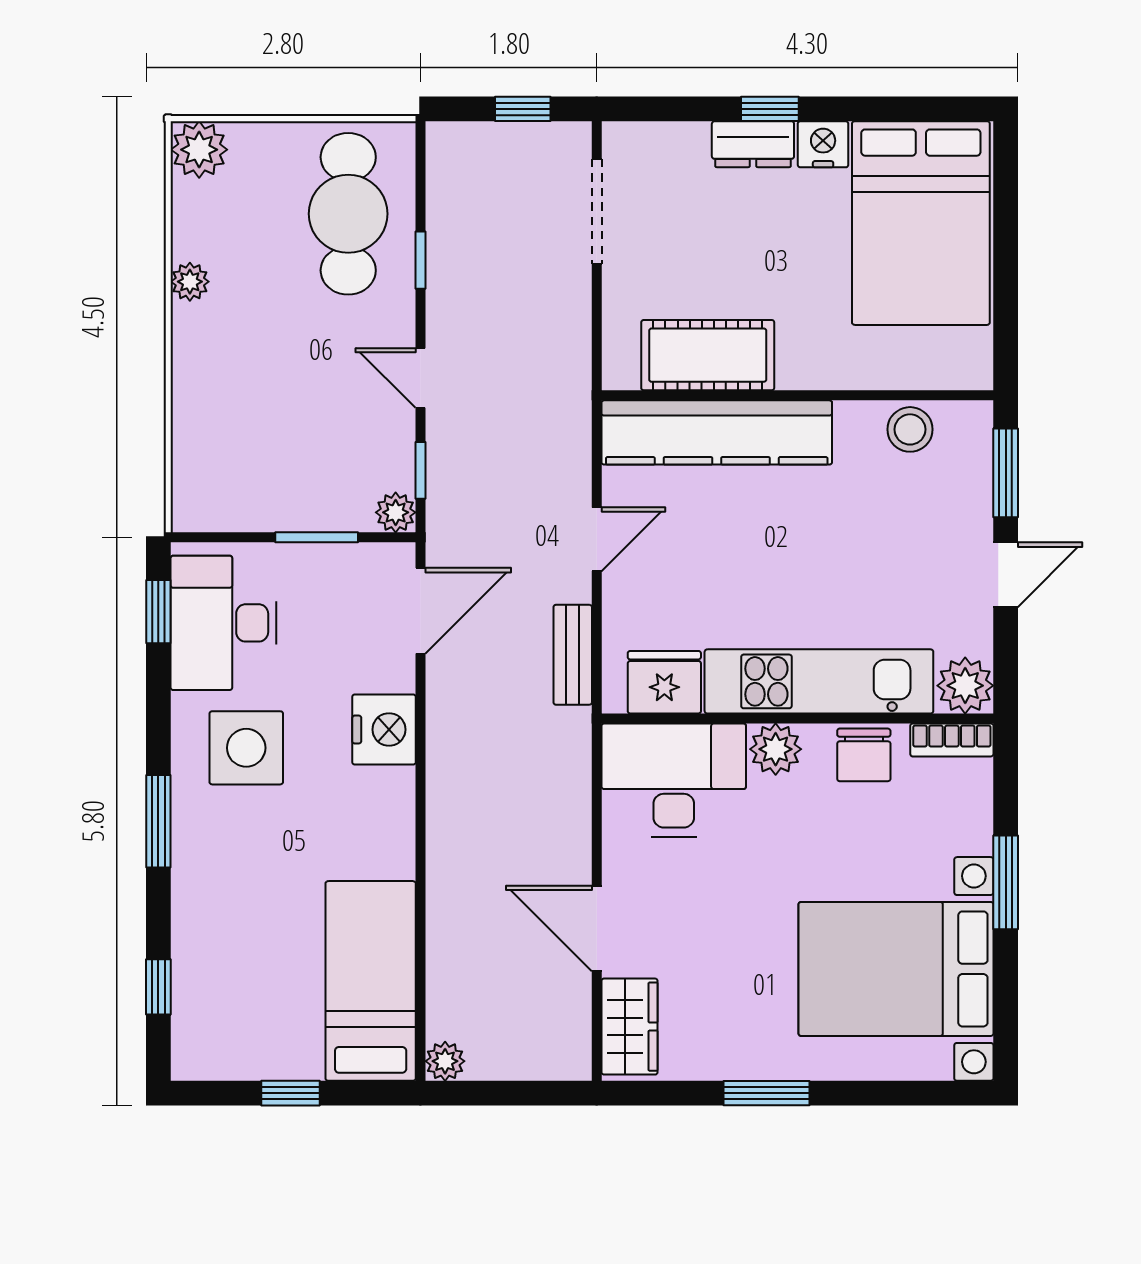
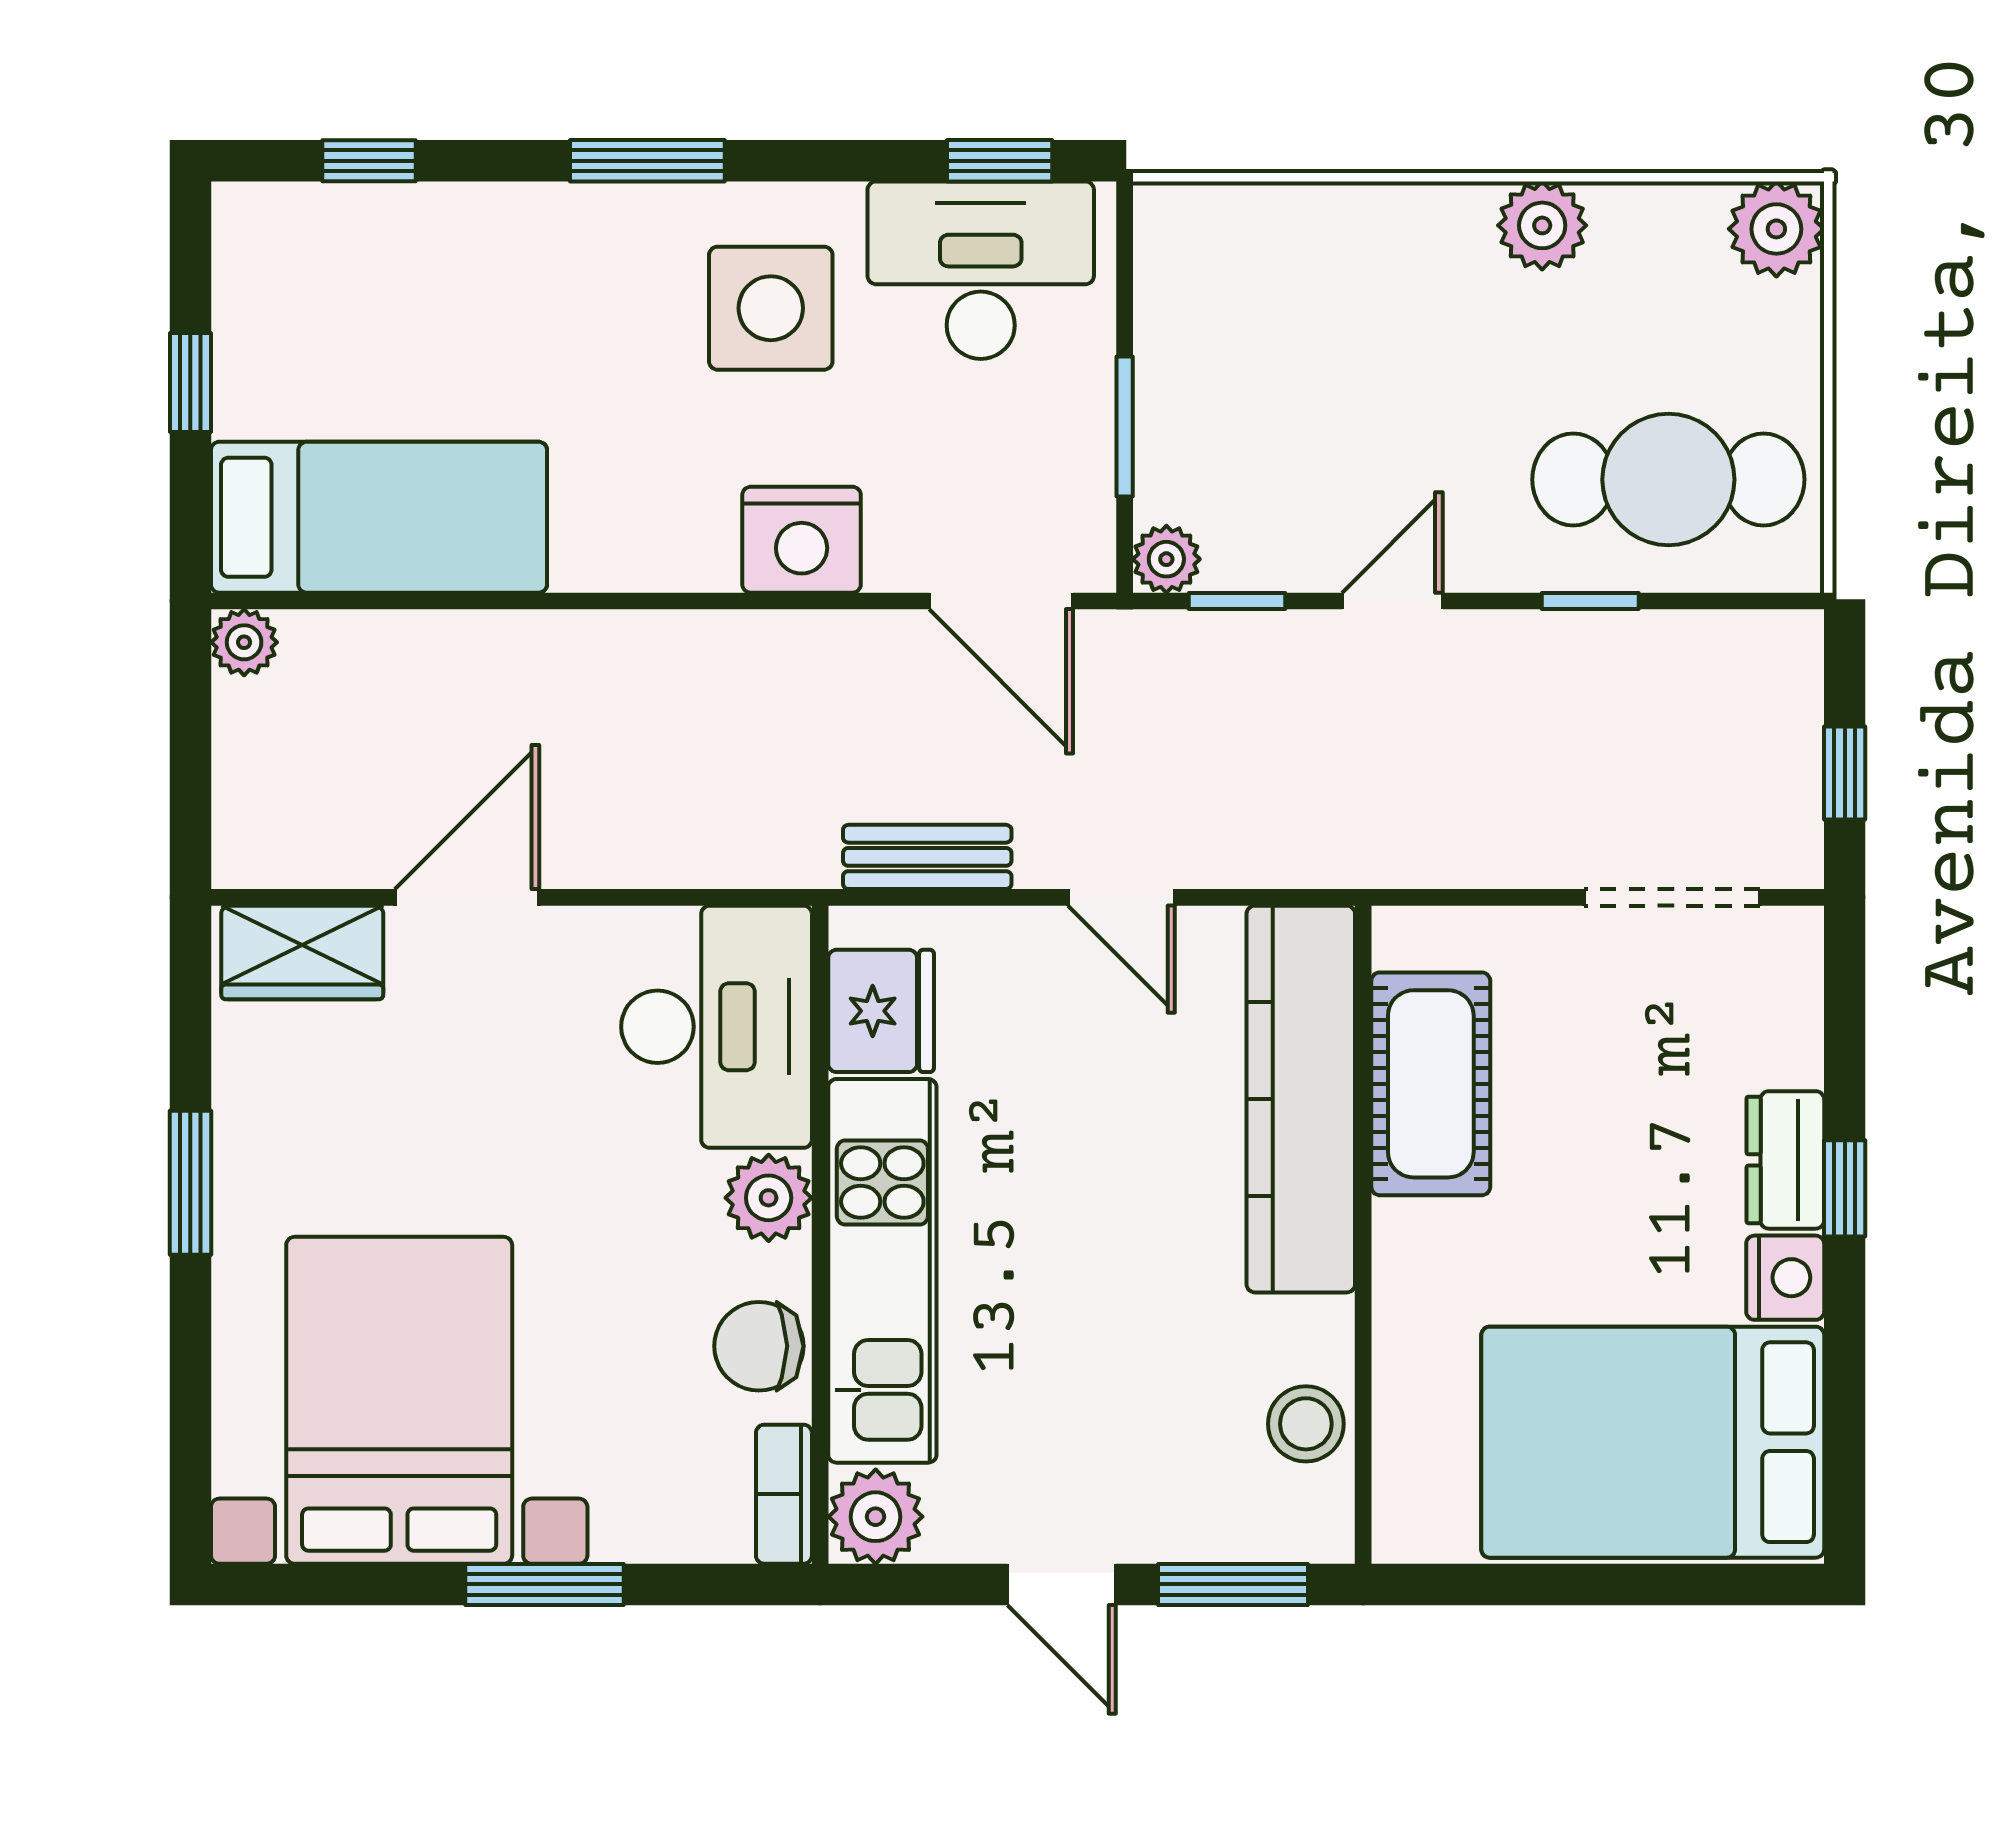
plant: (190, 282) -> (1542, 225), width x1.38, depth x1.38

